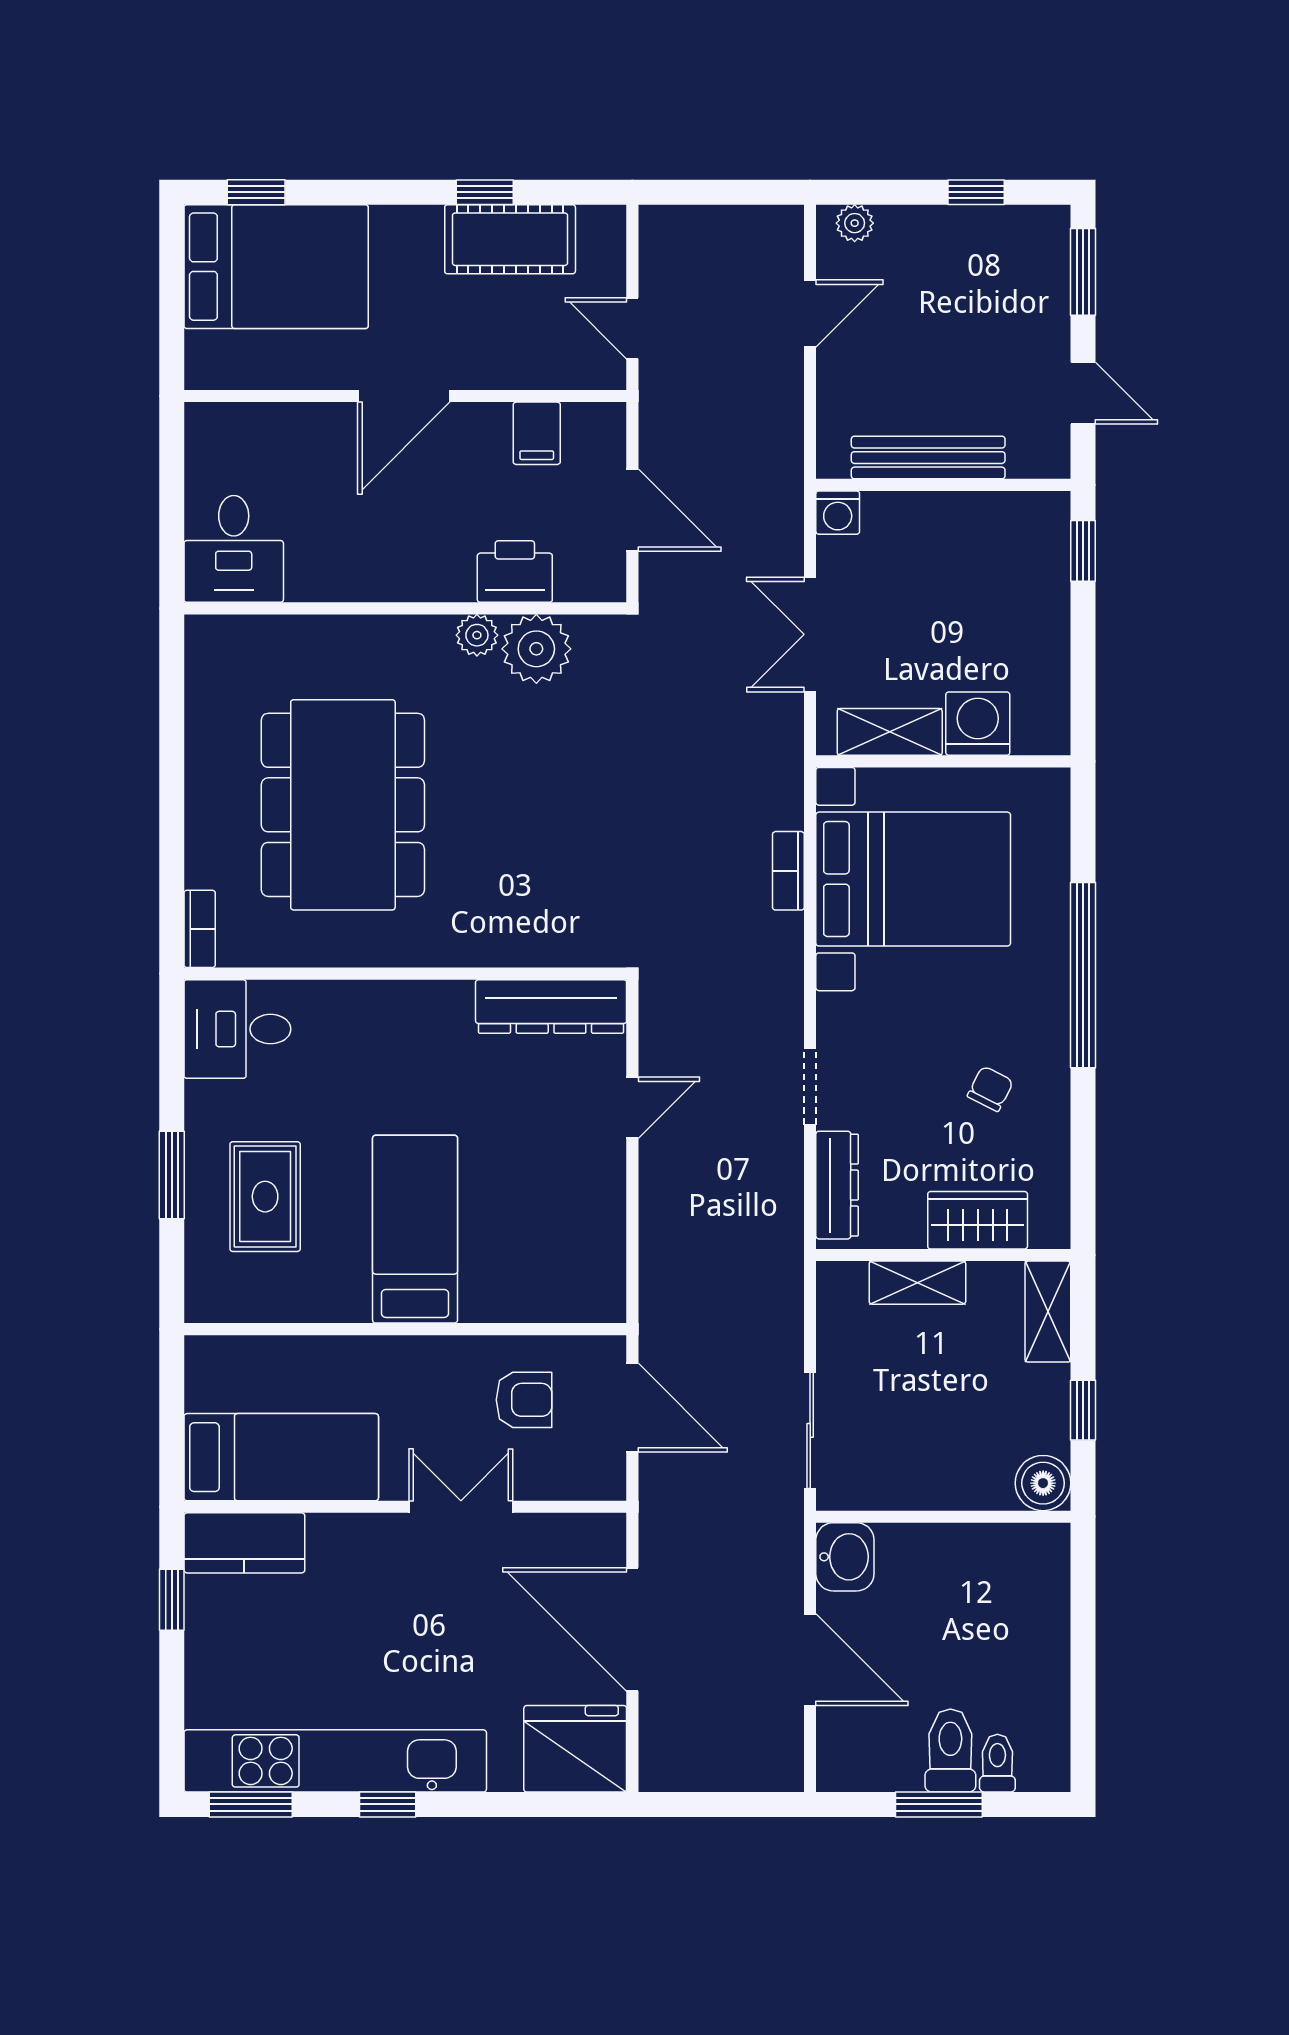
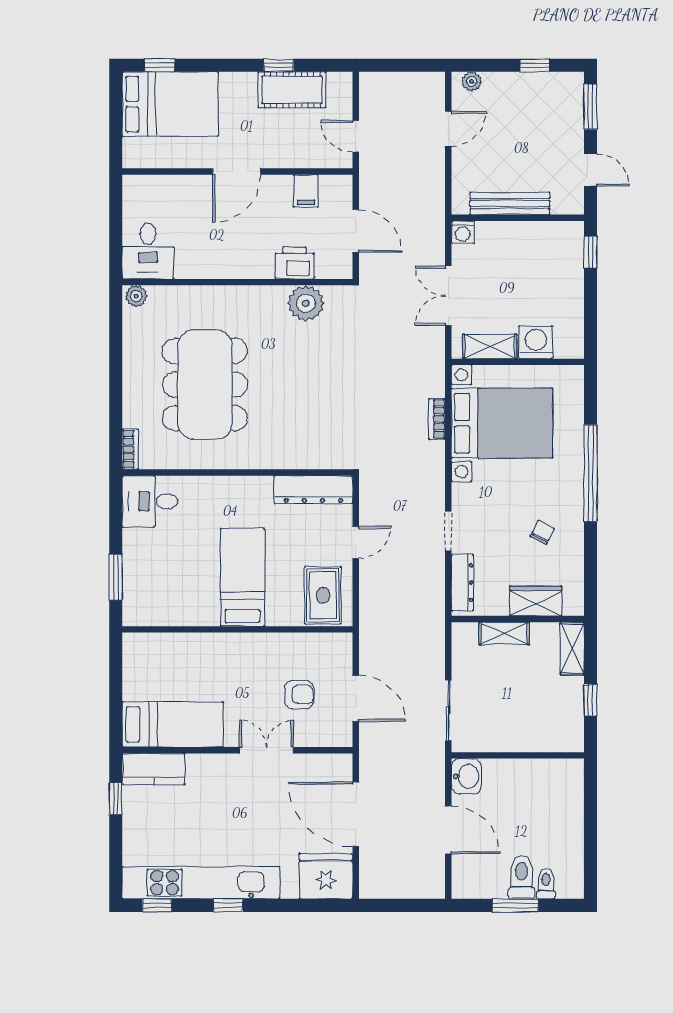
plant: (477, 635) -> (136, 296), moved
rug: (265, 1197) -> (323, 595), moved
bed: (415, 1229) -> (242, 577), moved
wall: (405, 1329) -> (237, 629), moved
boiler: (1043, 1483) -> (570, 738), removed
window: (251, 1804) -> (157, 905), width x0.67

